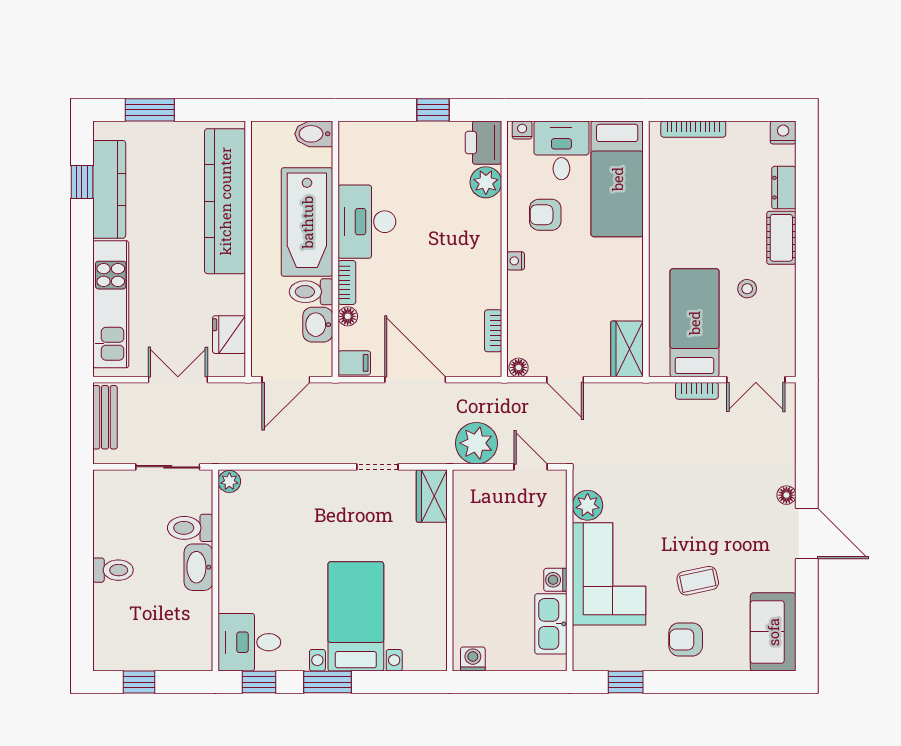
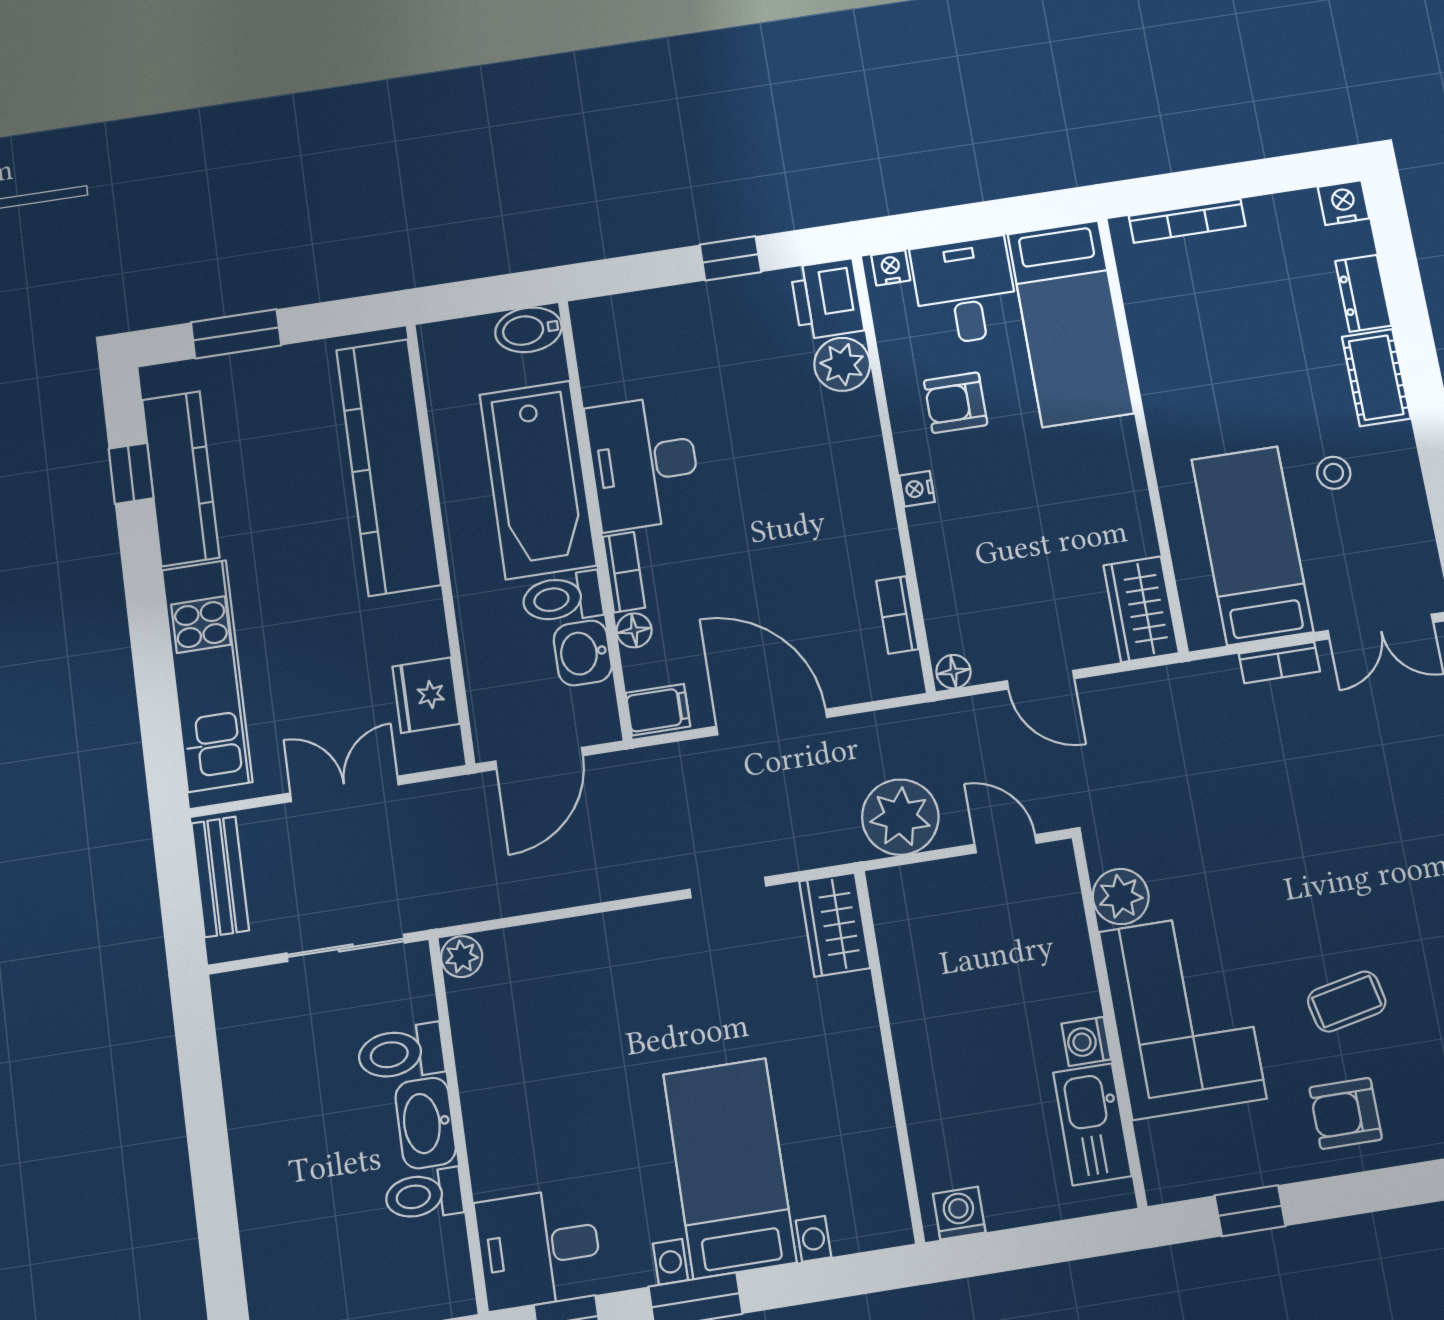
toilet: (113, 570) -> (424, 1195), moved, turned 180

